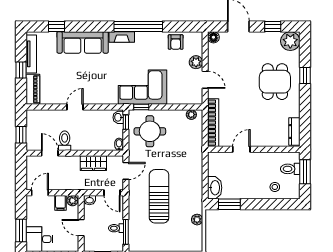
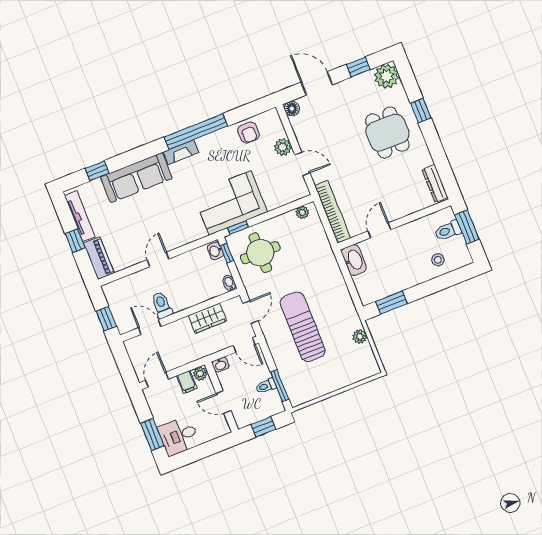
washbasin: (215, 188) -> (354, 260), moved

